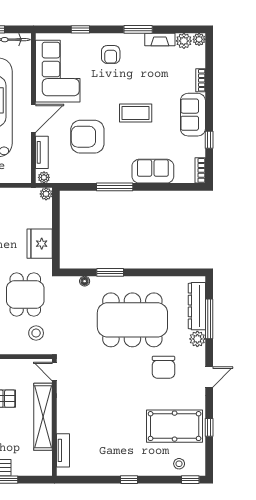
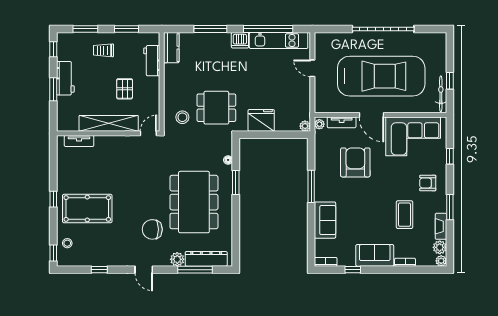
coffee table: (136, 113) -> (405, 215), moved
pool table: (175, 426) -> (87, 209), moved, turned 90

